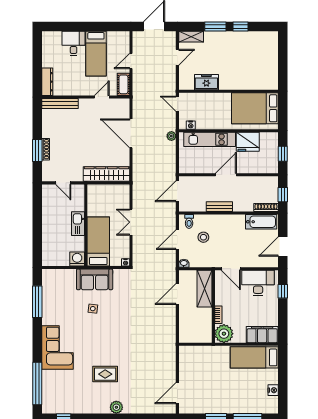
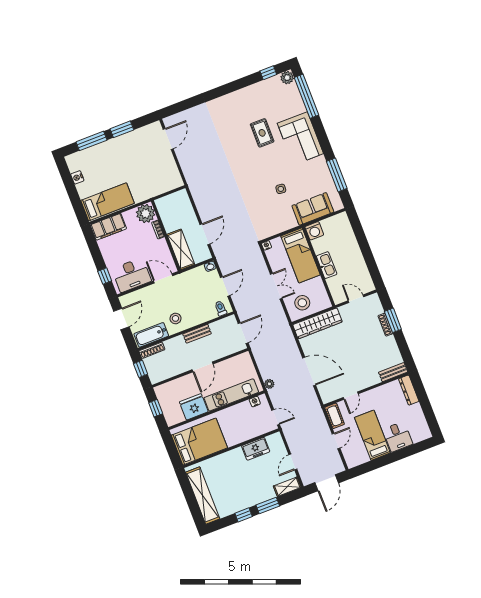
shelving: (271, 58) -> (203, 495), added
bench: (60, 103) -> (393, 372), width x0.73
stool: (113, 198) -> (302, 303), added
stool: (203, 237) -> (175, 318), moved
sofa: (95, 279) -> (313, 209), moved
rug: (105, 374) -> (262, 133), moved, turned 90
plant: (116, 407) -> (287, 78), moved

